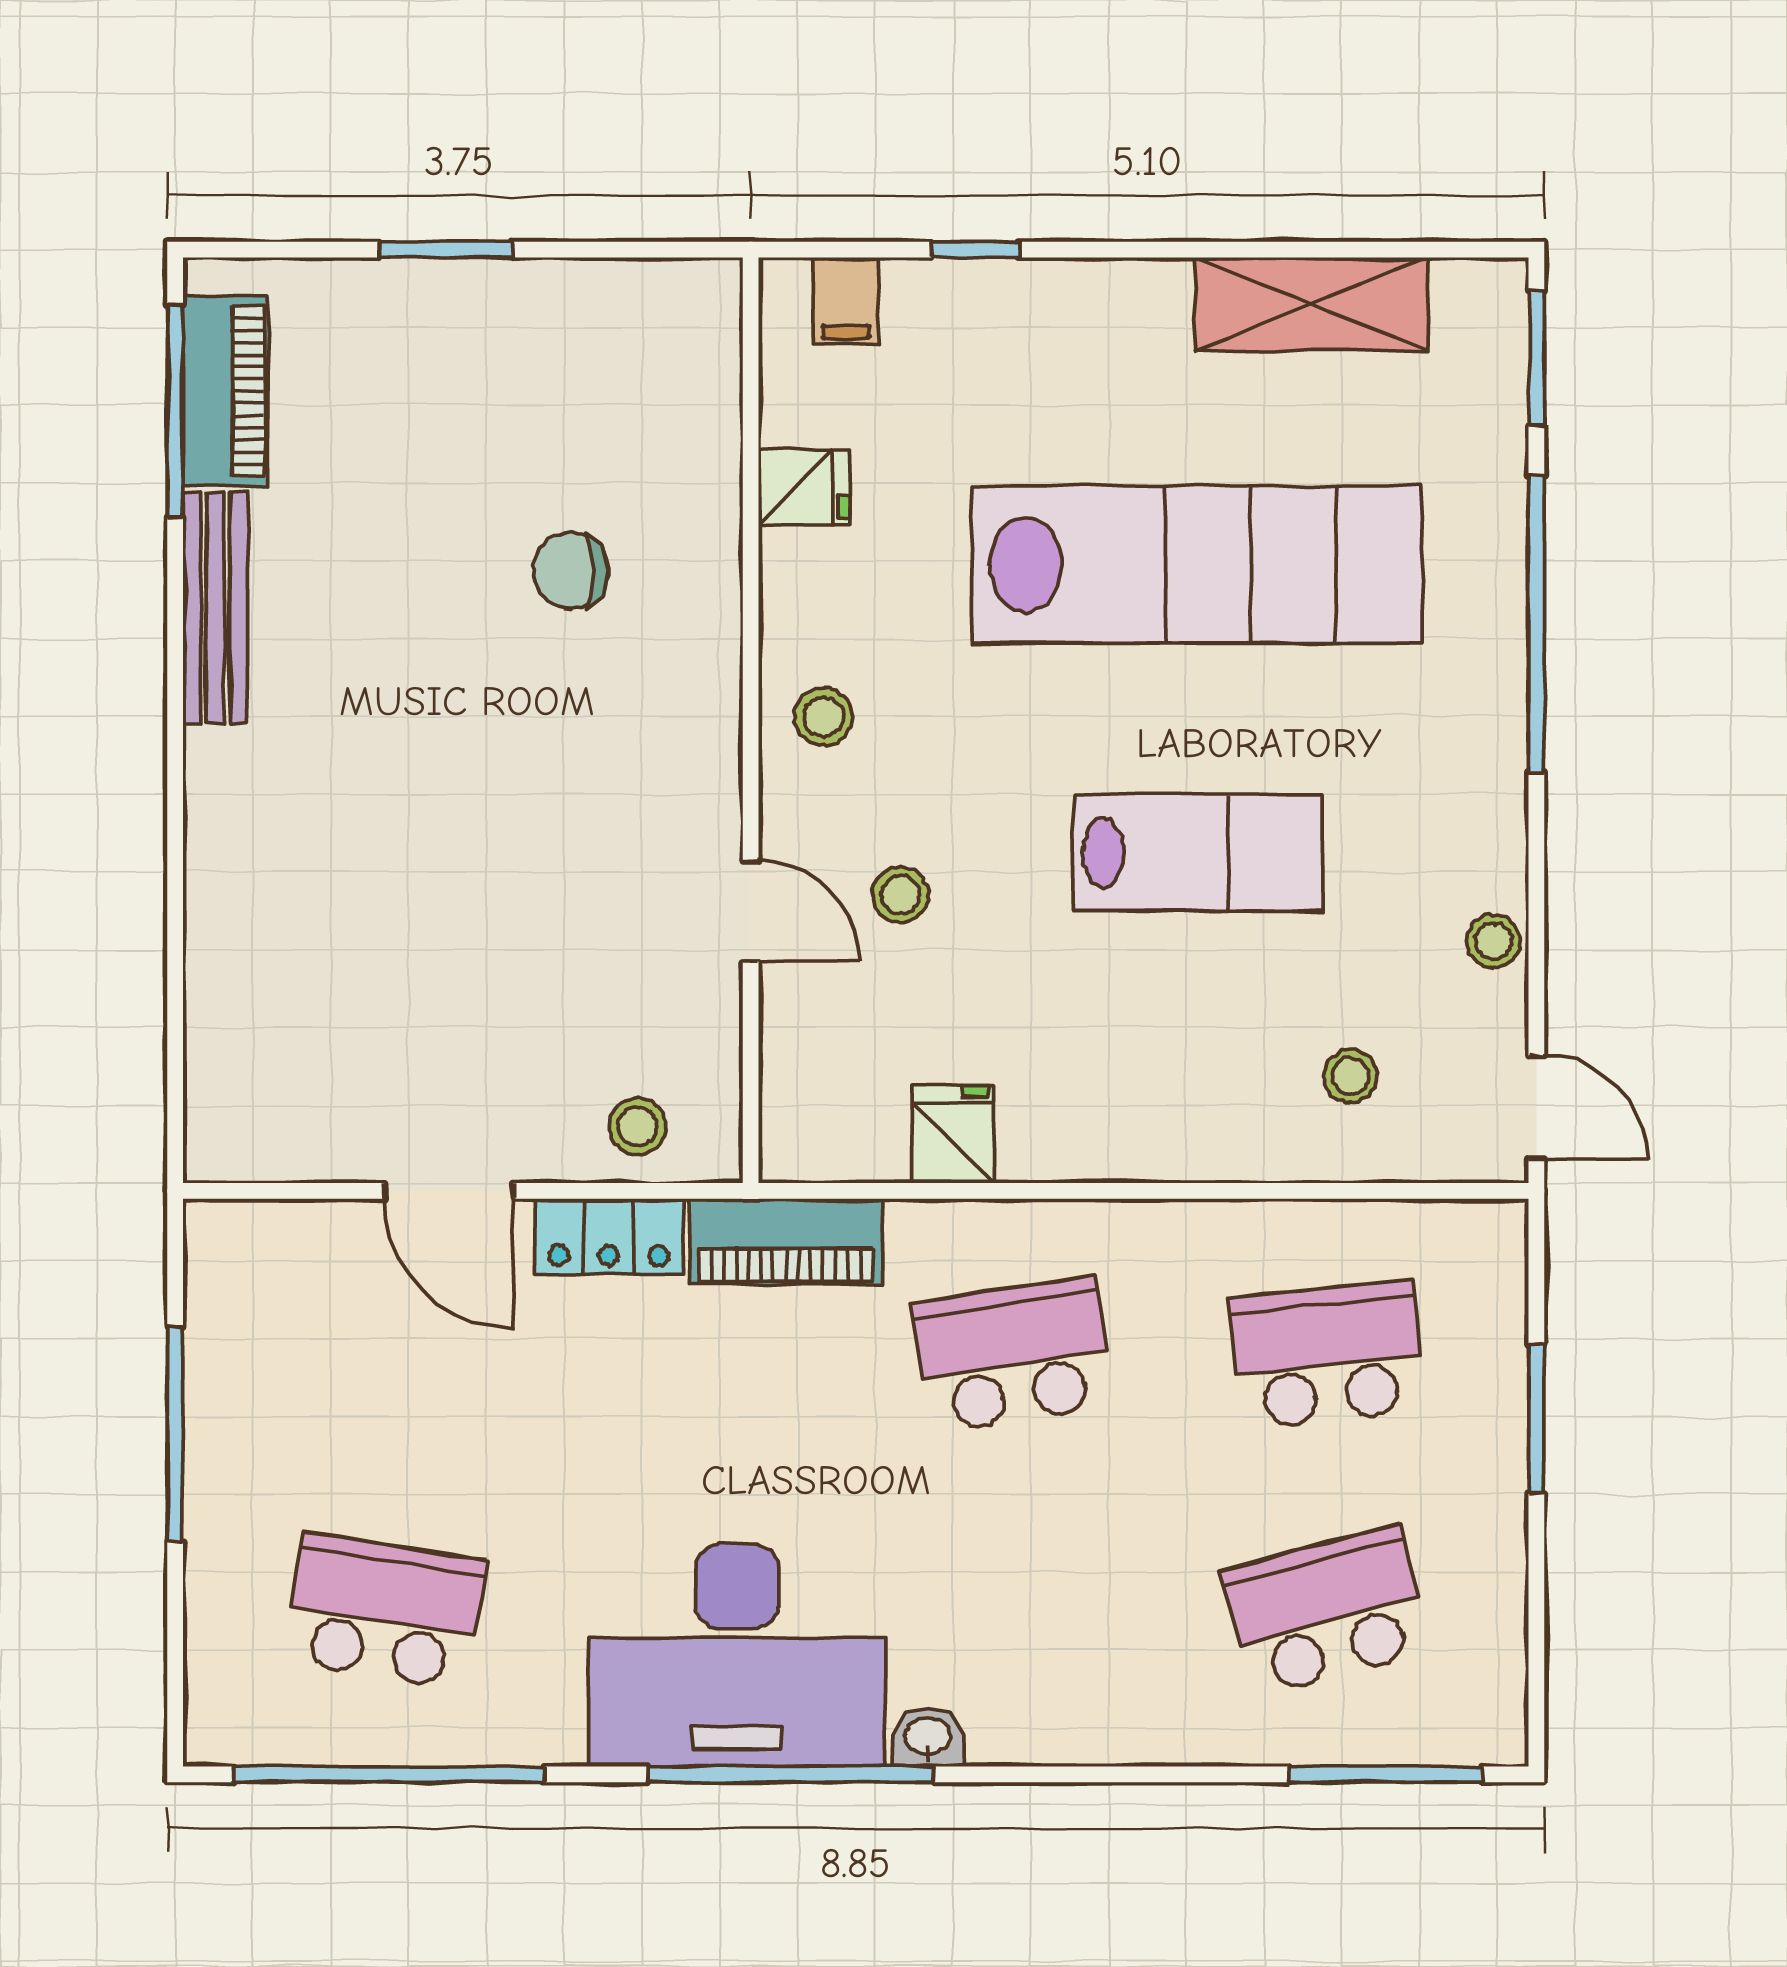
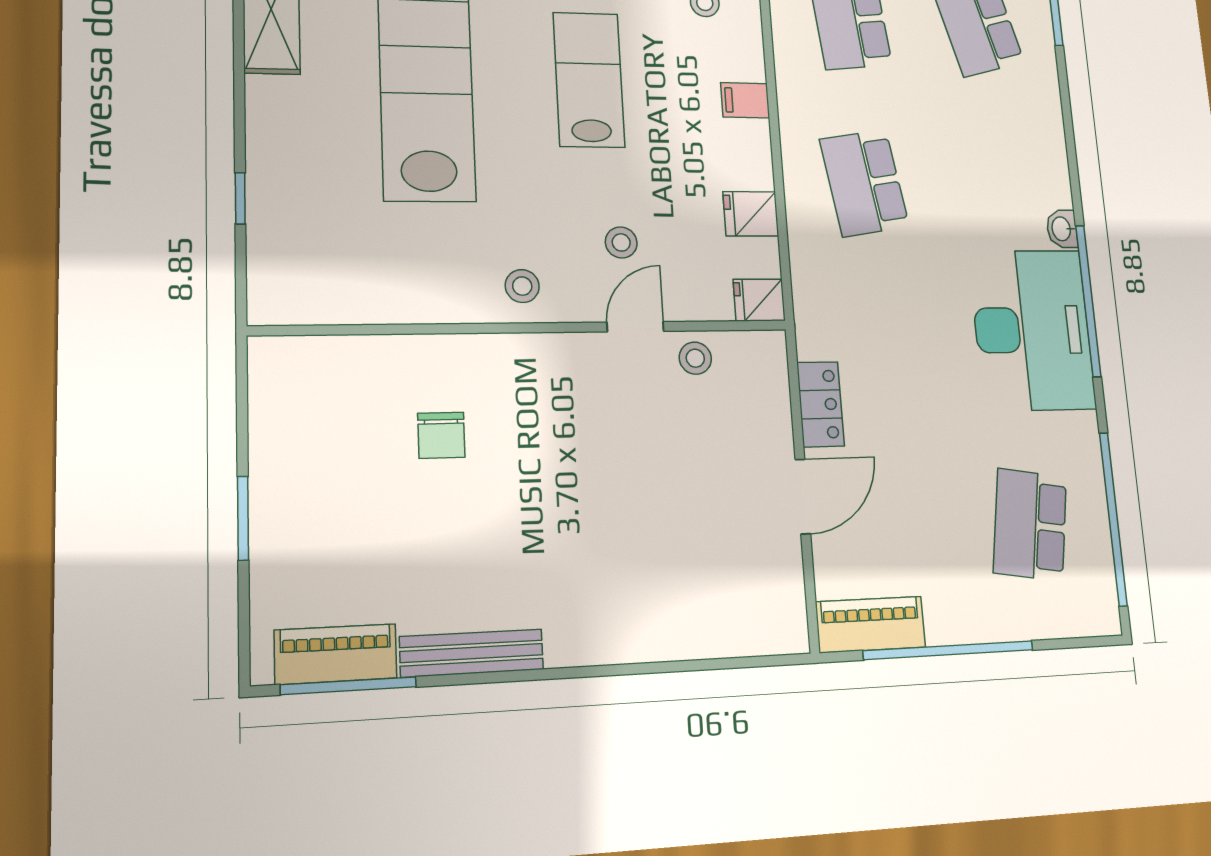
filing cabinet: (846, 301) -> (745, 100), moved, turned 180
fridge: (804, 487) -> (759, 300), moved, turned -90
stool: (638, 1126) -> (695, 358), moved
piano: (786, 1242) -> (871, 624), moved, turned -90
window: (175, 1434) -> (949, 650), width x1.46

